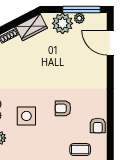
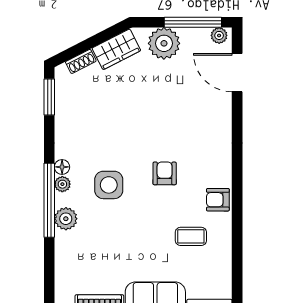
plant: (79, 18) -> (219, 35), moved
armchair: (63, 108) -> (165, 173), turned 90
armchair: (98, 126) -> (218, 200), turned 90

